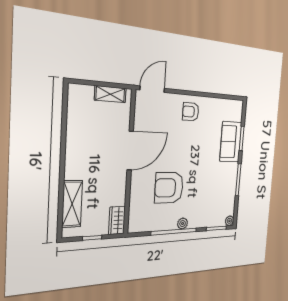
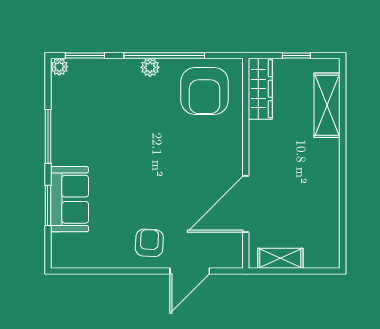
door: (152, 89) -> (190, 271), moved
armchair: (191, 112) -> (149, 243), turned -87
door: (130, 151) -> (246, 204), moved
armchair: (169, 188) -> (205, 91), moved, turned 90
wardrobe: (117, 220) -> (260, 89), width x1.50

